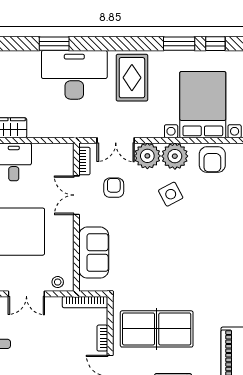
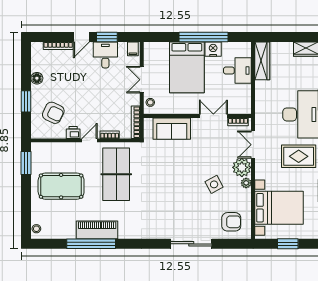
plant: (175, 156) -> (246, 183), width x0.53, depth x0.53
armchair: (212, 160) -> (231, 222), moved, turned 180
armchair: (114, 188) -> (219, 143), removed

